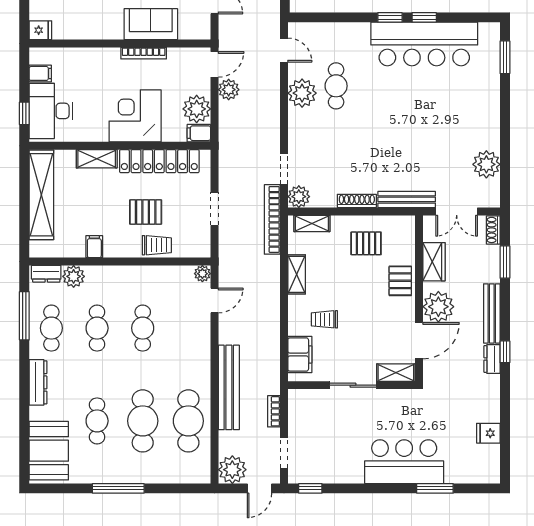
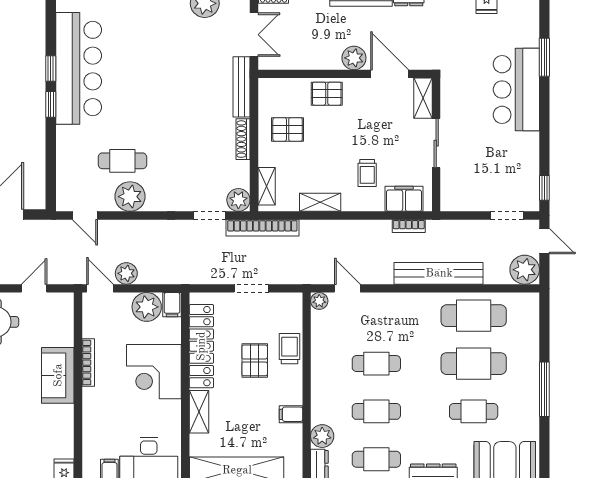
sofa: (151, 24) -> (58, 375), moved
door: (284, 50) -> (85, 216), swing flipped
pallet: (366, 243) -> (288, 129), turned 90
wardrobe: (434, 262) -> (307, 58), removed
plant: (438, 307) -> (354, 58), width x0.73, depth x0.73
bookcase: (274, 411) -> (409, 226), moved

